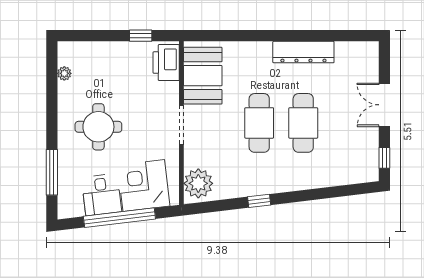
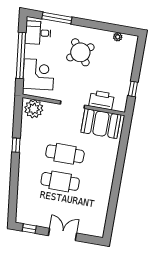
dresser: (303, 52) -> (105, 189), removed
printer: (166, 63) -> (102, 100), moved
round table: (98, 127) -> (80, 52), turned -37
desk: (102, 195) -> (38, 33), moved

